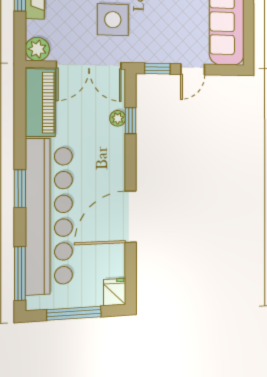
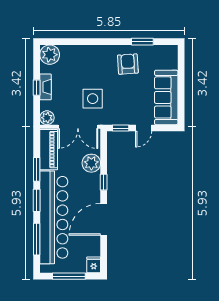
plant: (118, 118) -> (91, 163), width x1.88, depth x1.88
window: (131, 121) -> (104, 182), moved
window: (20, 136) -> (37, 169), added
window: (20, 274) -> (37, 239), moved

